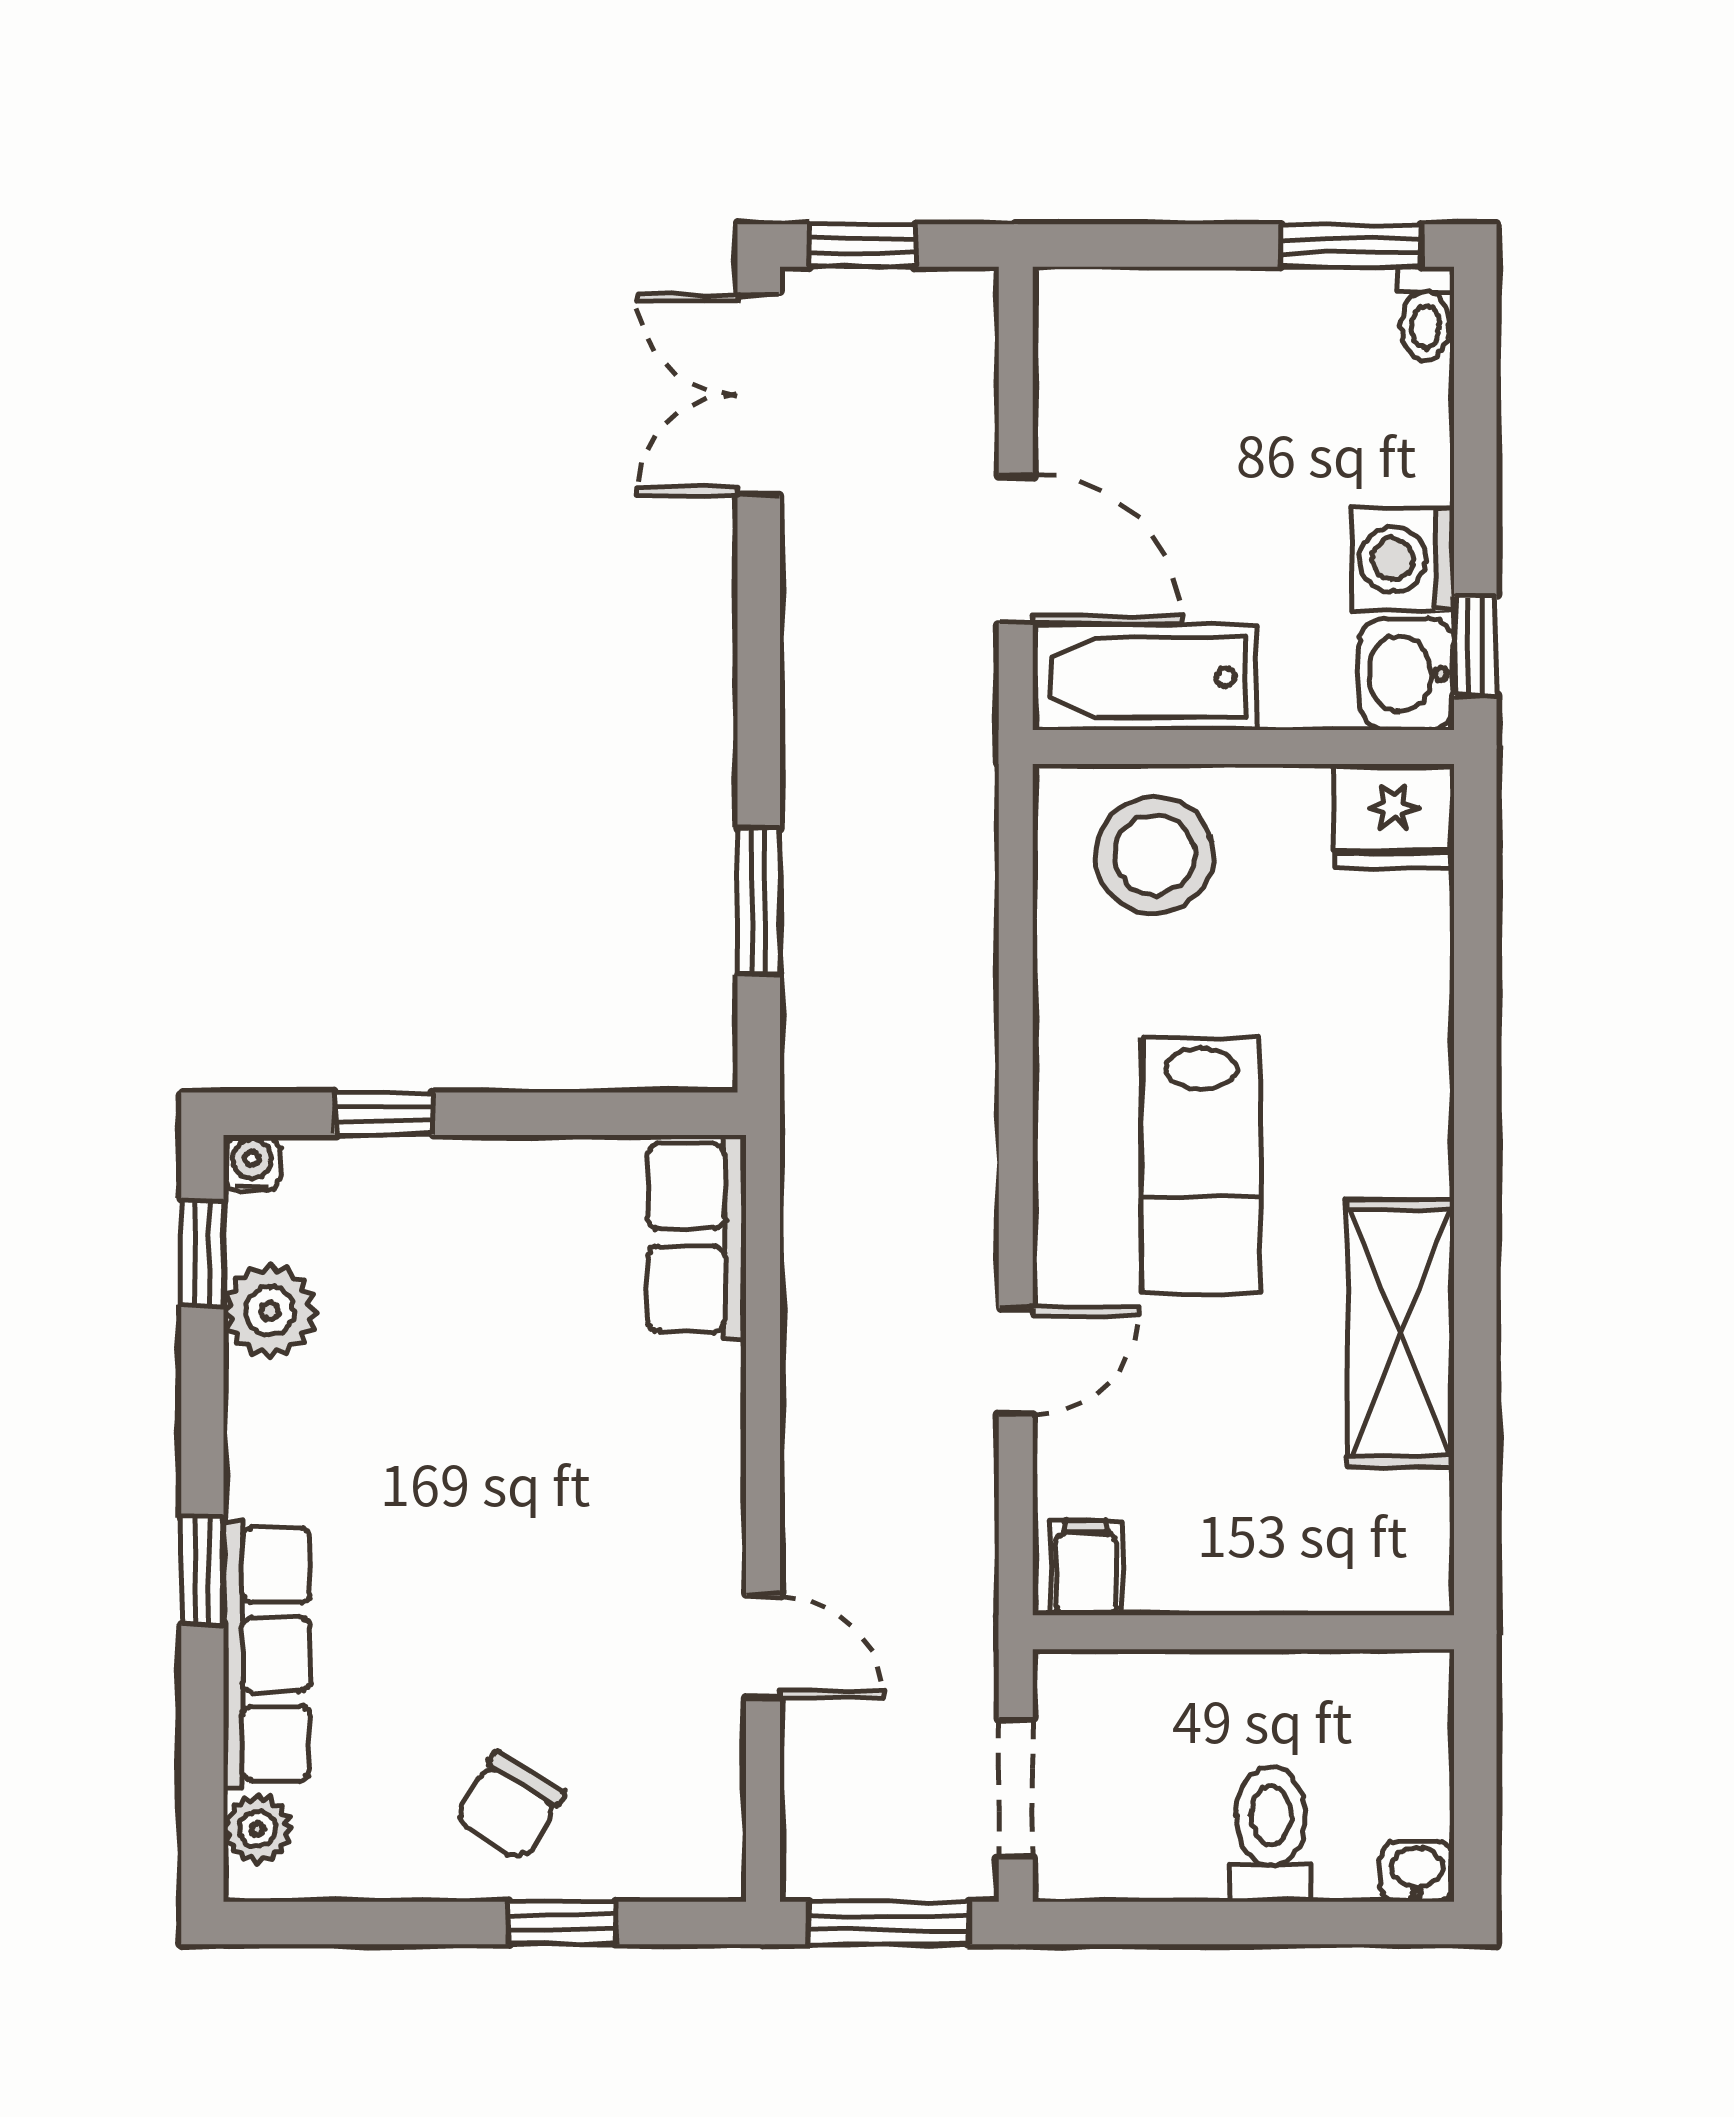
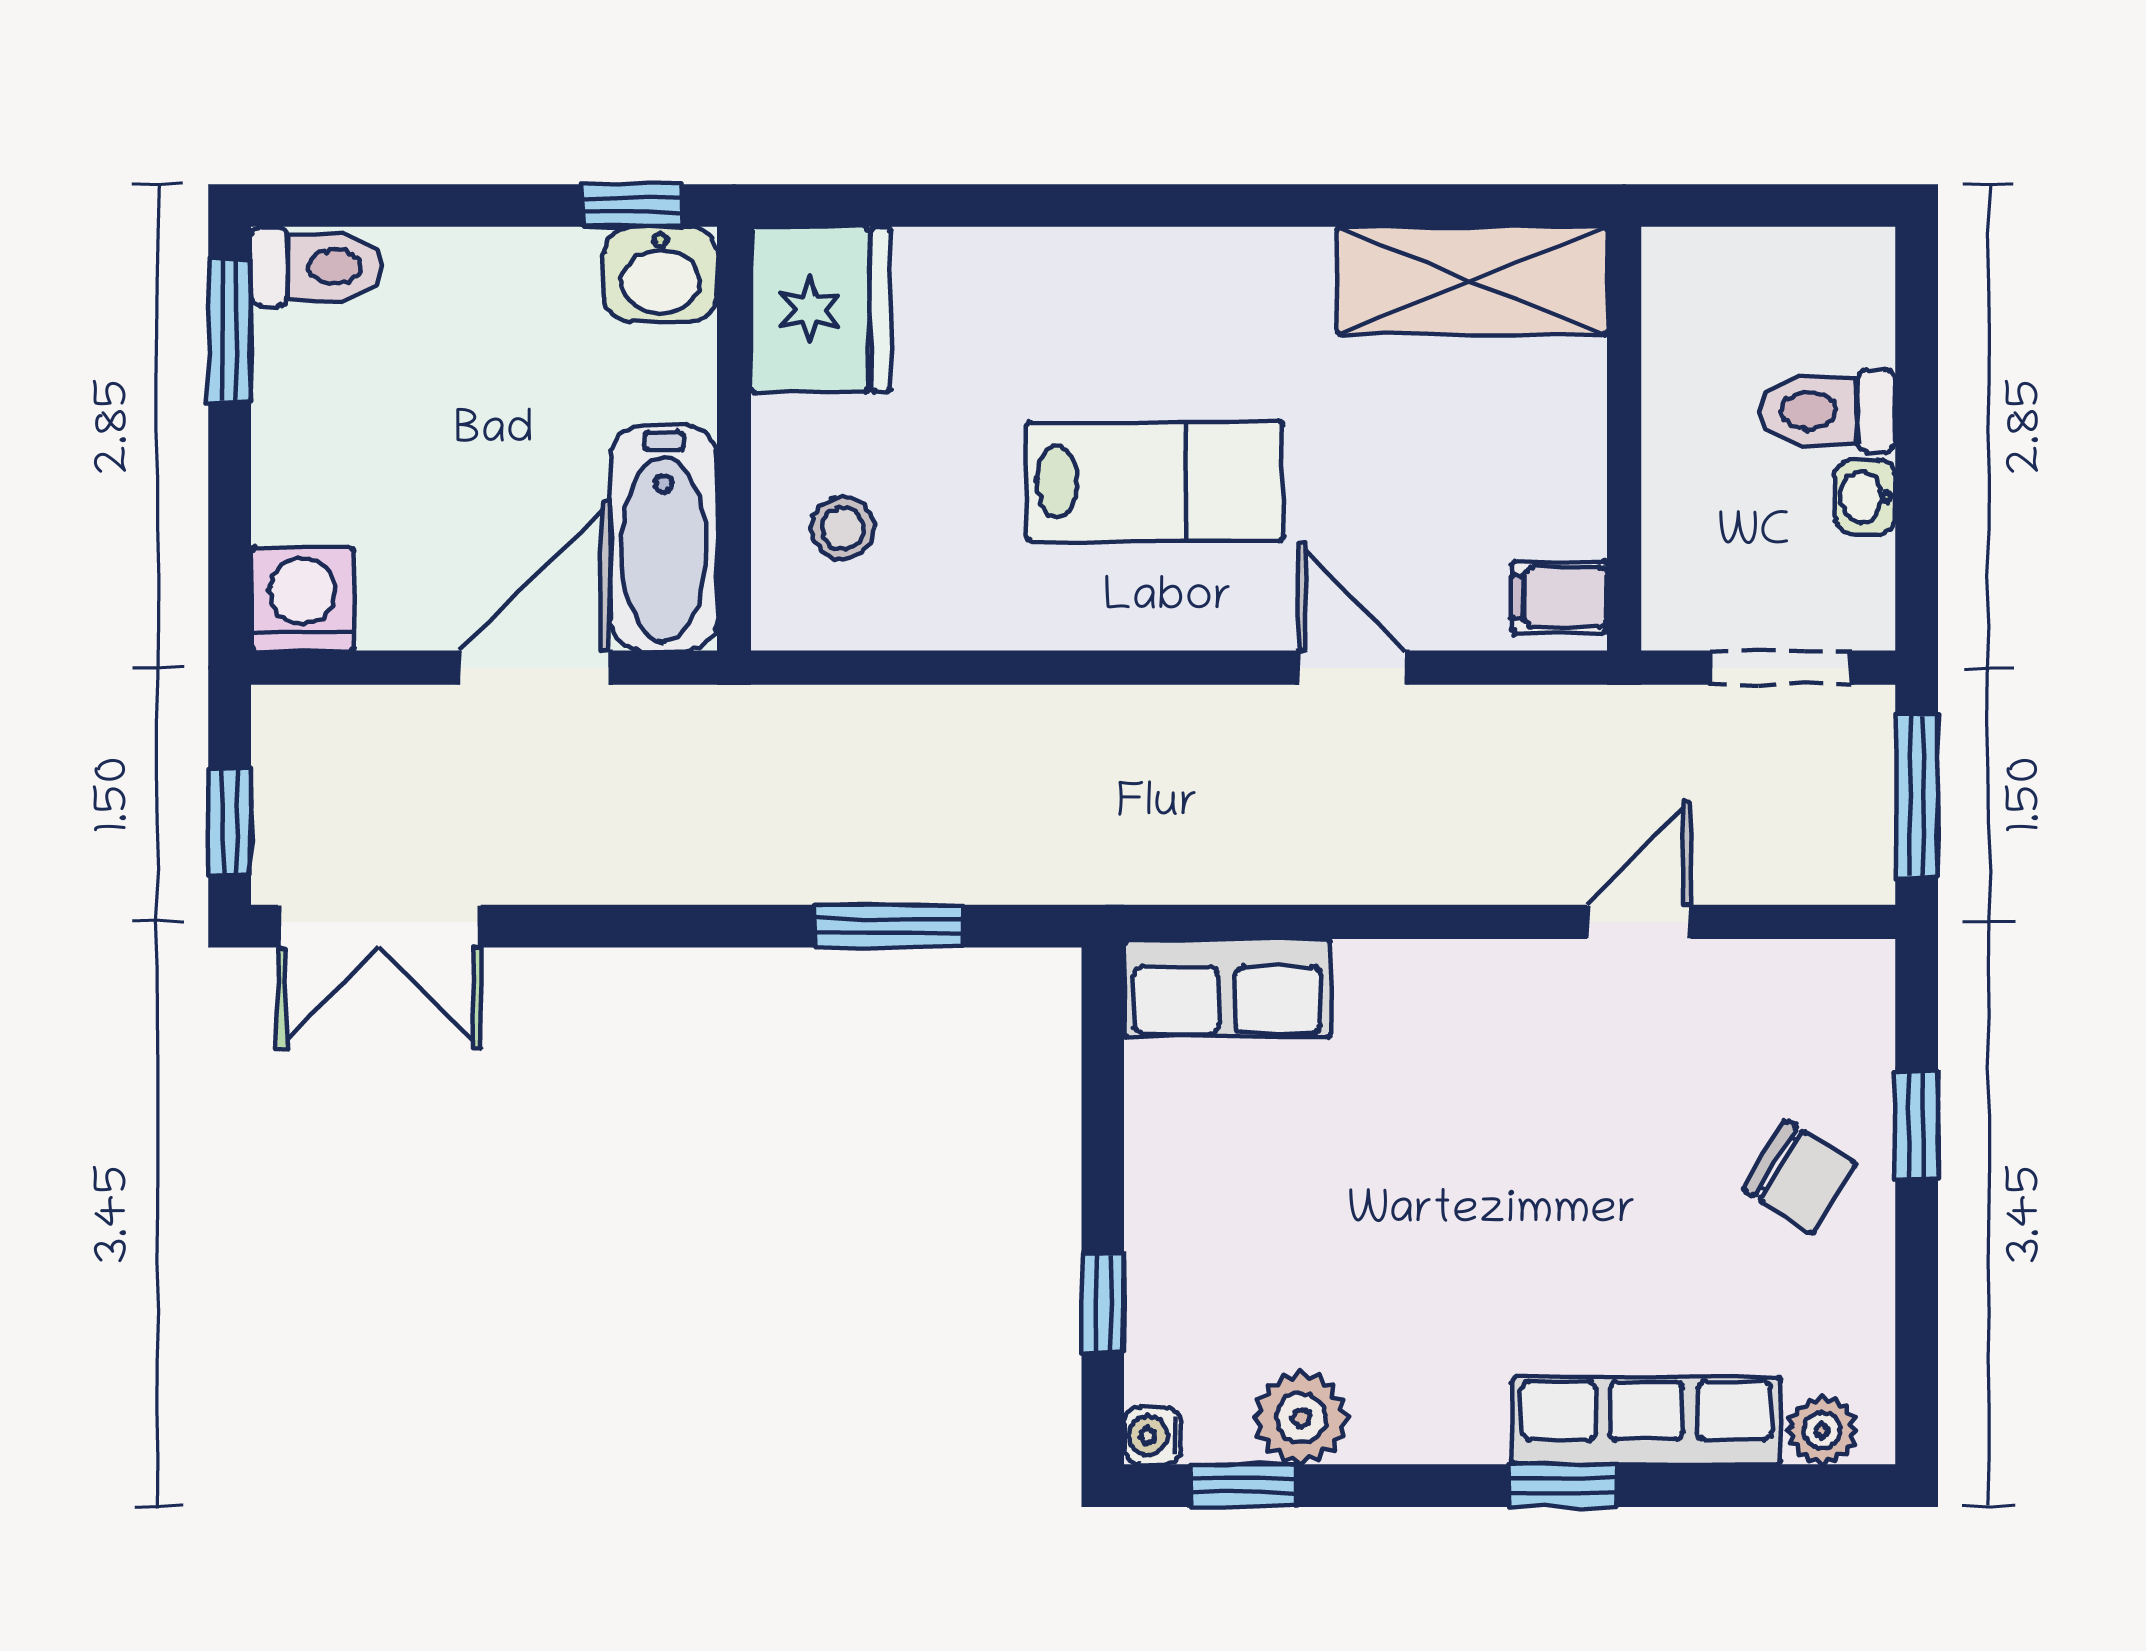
toilet: (1425, 314) -> (316, 267), width x1.37, depth x1.39
washing machine: (1403, 559) -> (302, 599), moved, turned 180
fridge: (1394, 816) -> (821, 309), width x1.36, depth x1.34
stool: (1154, 855) -> (842, 528), width x0.53, depth x0.53
shelving: (1400, 1333) -> (1472, 281), moved
washbasin: (1417, 1872) -> (1865, 497), moved

